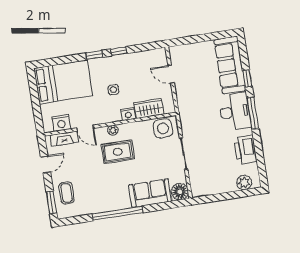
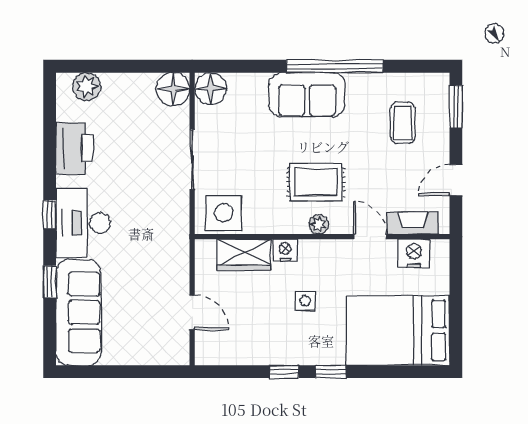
window: (253, 113) -> (50, 215), width x0.46
floor lamp: (199, 188) -> (173, 89), added
coffee table: (66, 193) -> (403, 123), moved
sofa: (150, 193) -> (307, 95), moved

